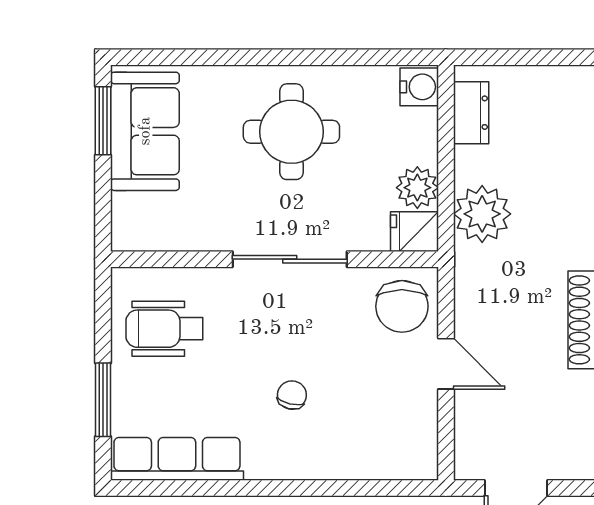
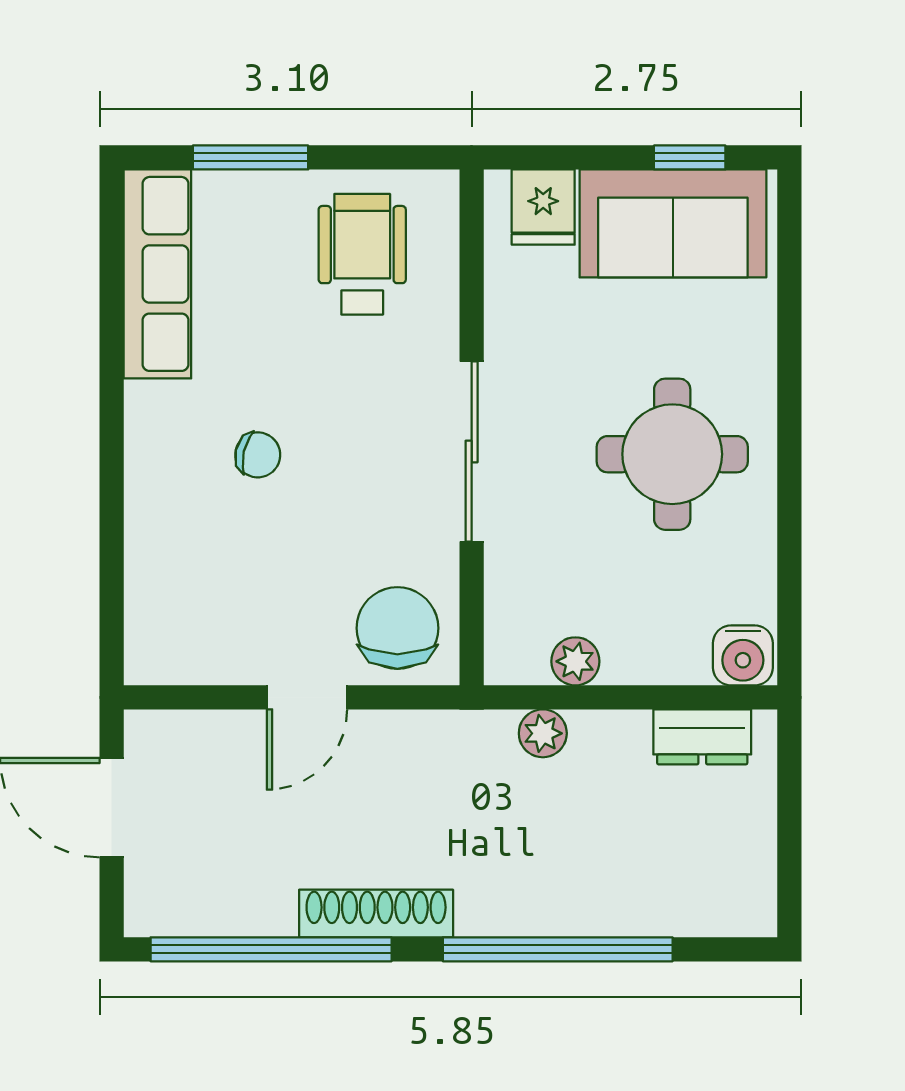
window: (103, 121) -> (690, 157), width x0.67
plant: (417, 188) -> (575, 661), width x0.73, depth x0.73
plant: (482, 214) -> (543, 733), width x0.53, depth x0.53
fridge: (414, 232) -> (543, 207), moved, turned 180
chair: (402, 306) -> (397, 628), turned 90

